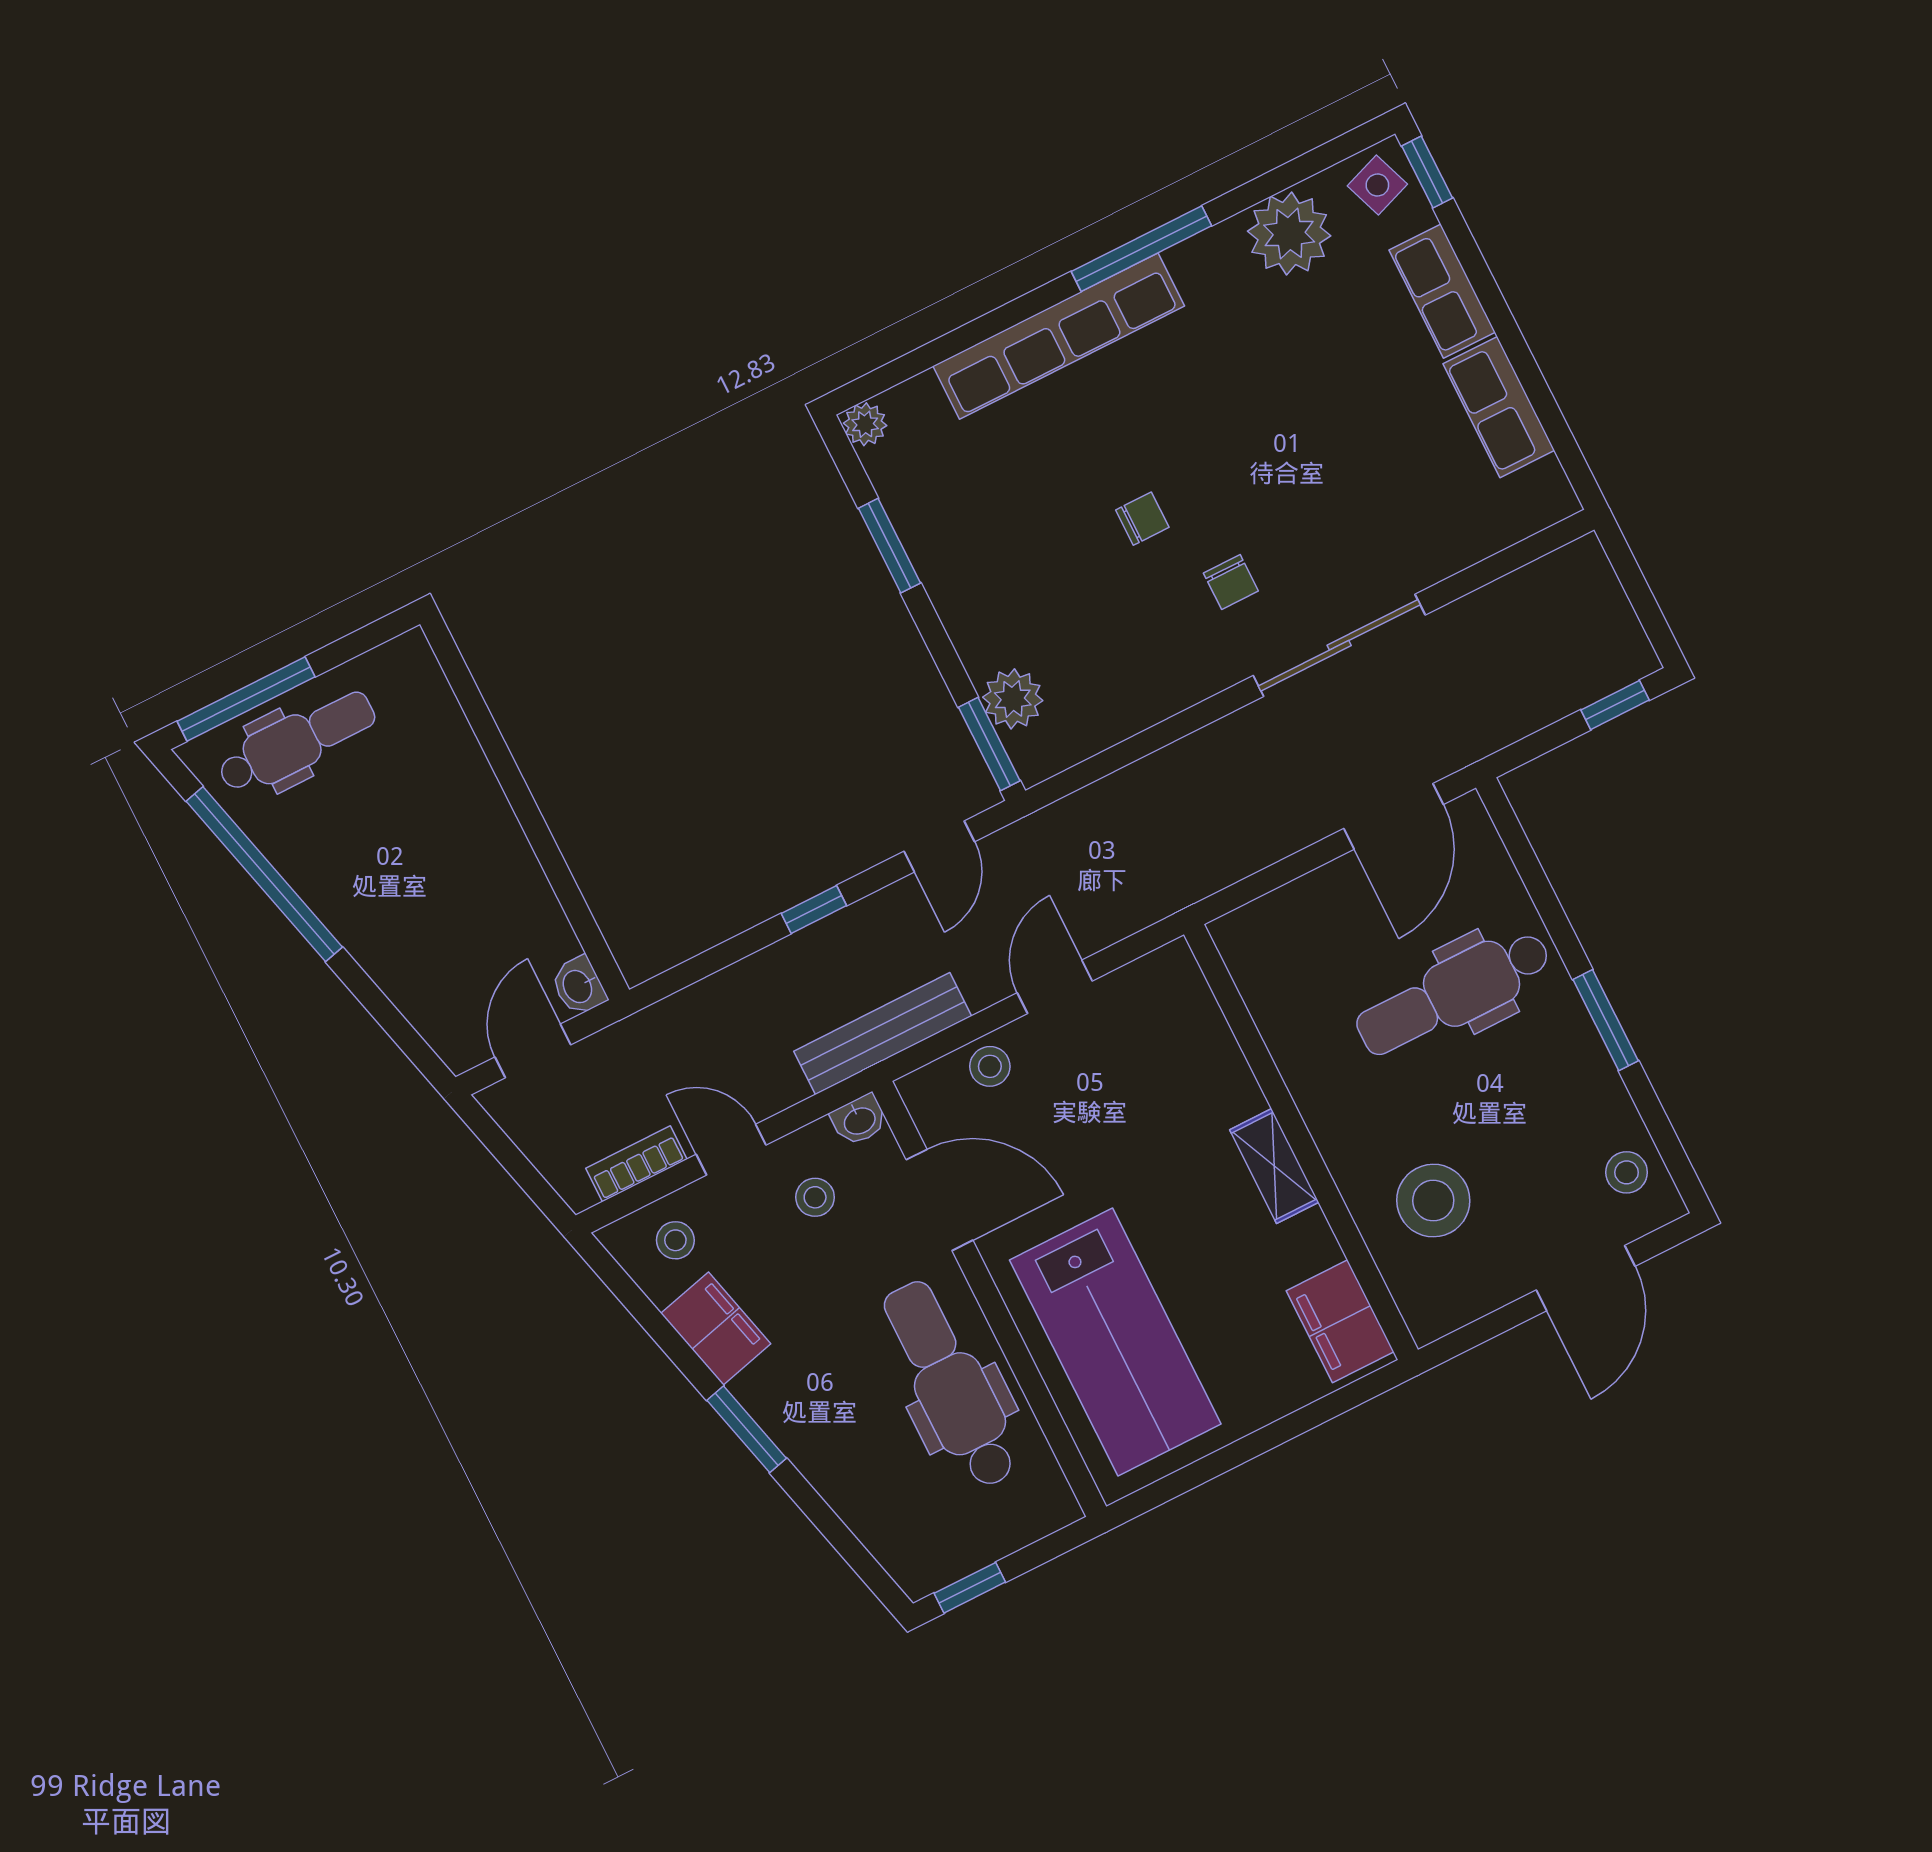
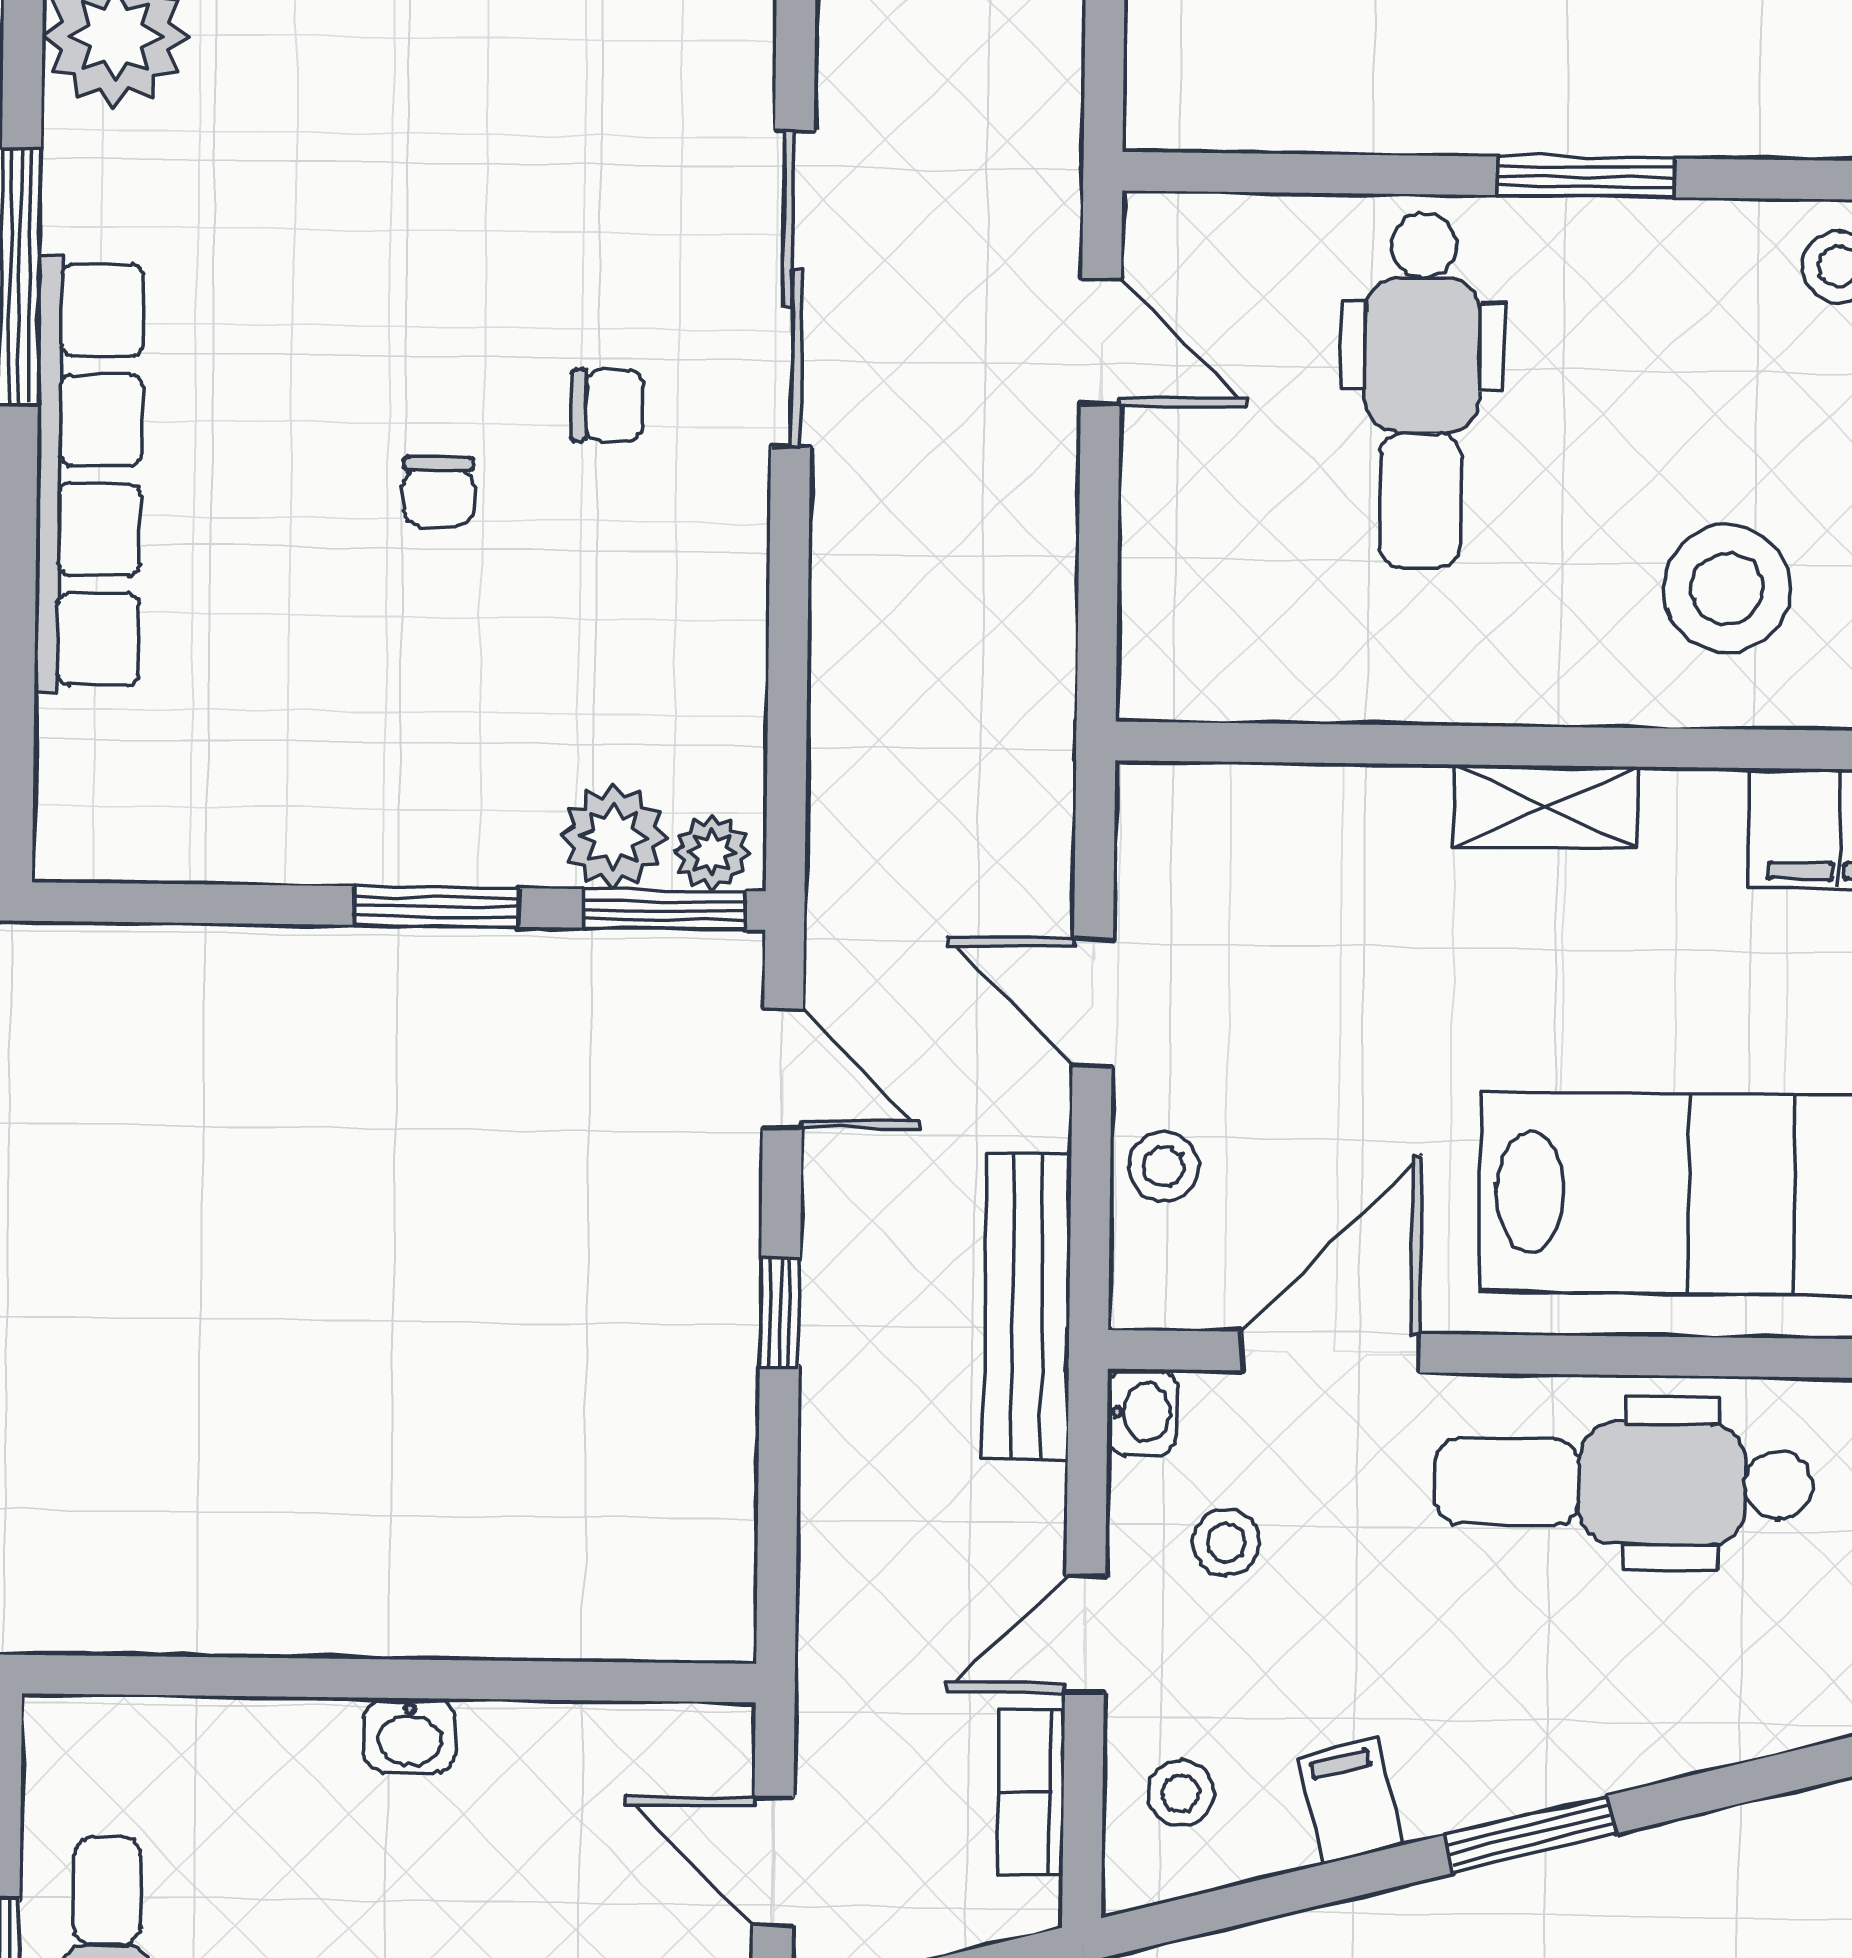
plant: (865, 424) -> (712, 853), moved
chair: (1142, 519) -> (439, 492), turned 180
window: (889, 546) -> (436, 907), moved
door: (1394, 816) -> (1101, 342), width x0.73
washbasin: (578, 986) -> (410, 1735), moved
filing cabinet: (716, 1328) -> (1350, 1801), width x0.50

